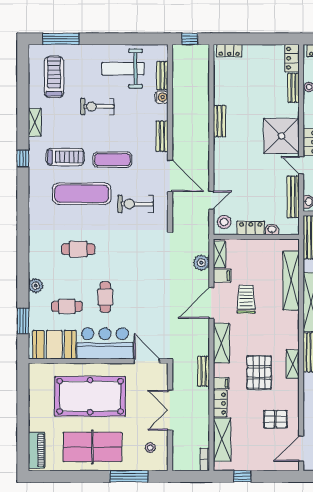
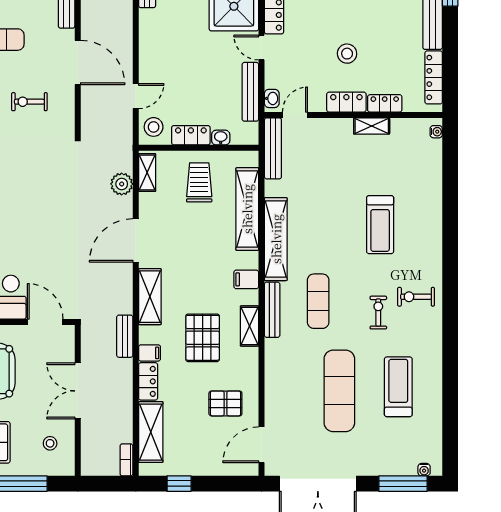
exercise bike: (136, 204) -> (29, 102), width x0.73, depth x0.72
filing cabinet: (222, 276) -> (246, 279), moved, turned 180
trolley: (246, 299) -> (199, 182), moved

